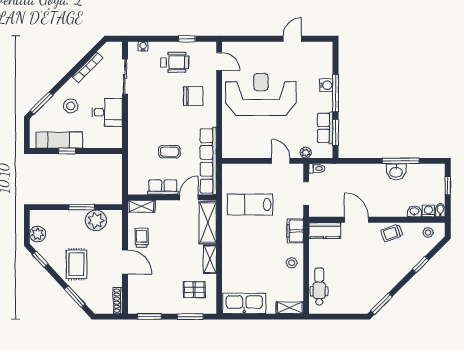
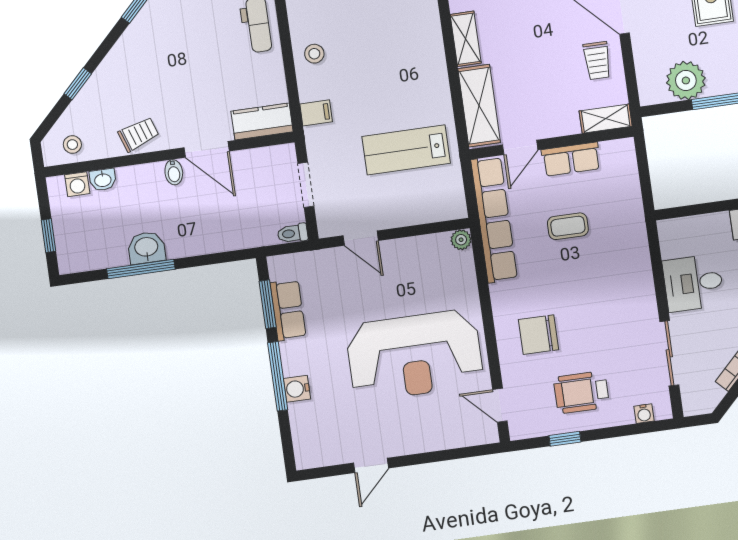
plant: (306, 153) -> (461, 240), moved
lab bench: (250, 204) -> (406, 150), turned 180
bidet: (440, 210) -> (174, 172), moved
filing cabinet: (295, 231) -> (316, 113), width x0.50

